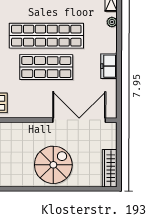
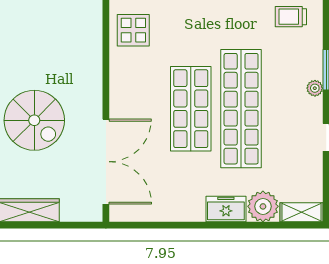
plant: (112, 22) -> (263, 206), width x1.88, depth x1.88
freezer: (109, 66) -> (226, 209), moved

